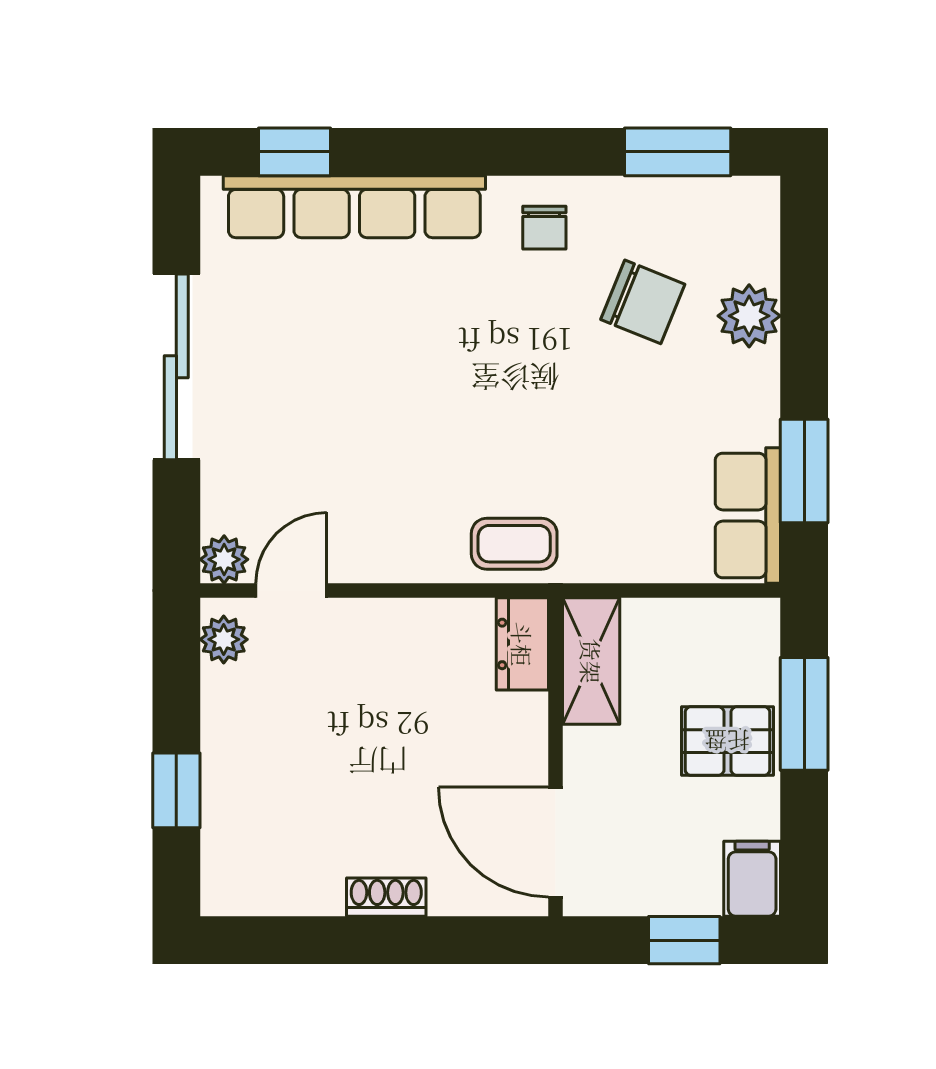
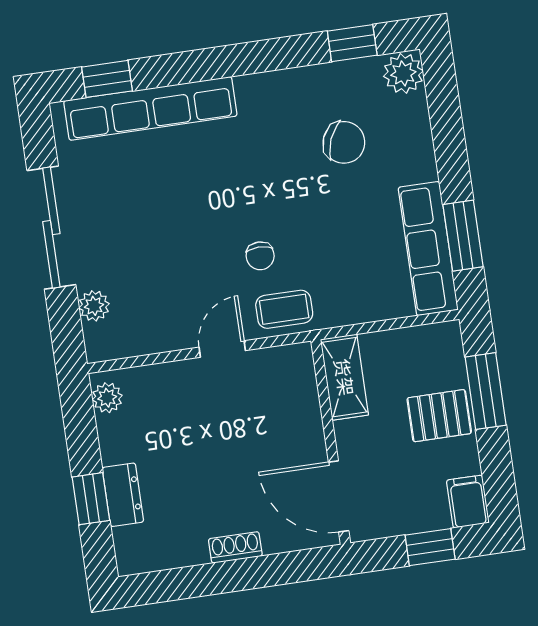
window: (678, 152) -> (352, 43), width x0.67
chair: (544, 228) -> (260, 256), moved
plant: (749, 316) -> (403, 73), moved
row of seats: (748, 515) -> (428, 249), width x1.48
plant: (224, 559) -> (94, 306), moved
door: (291, 591) -> (222, 349), moved
dresser: (522, 644) -> (123, 495), moved, turned 180

